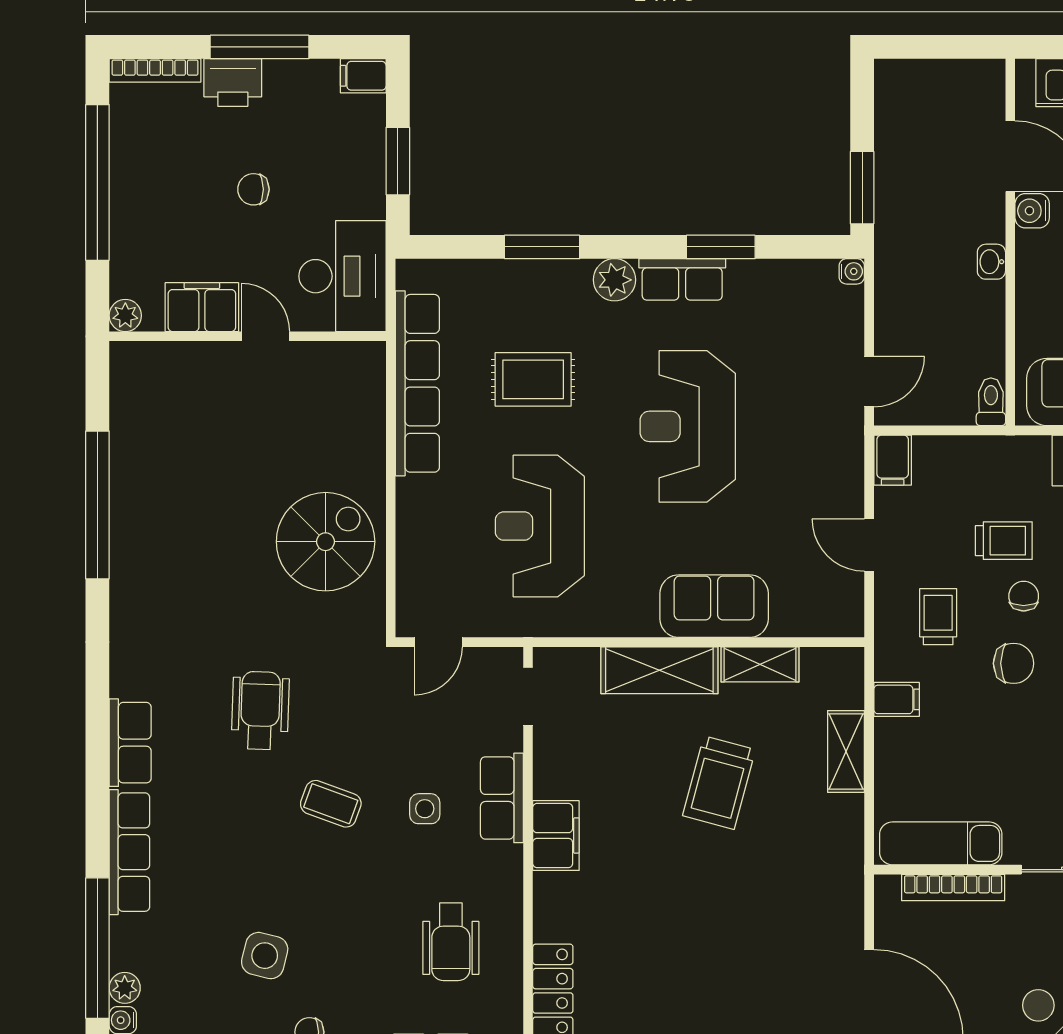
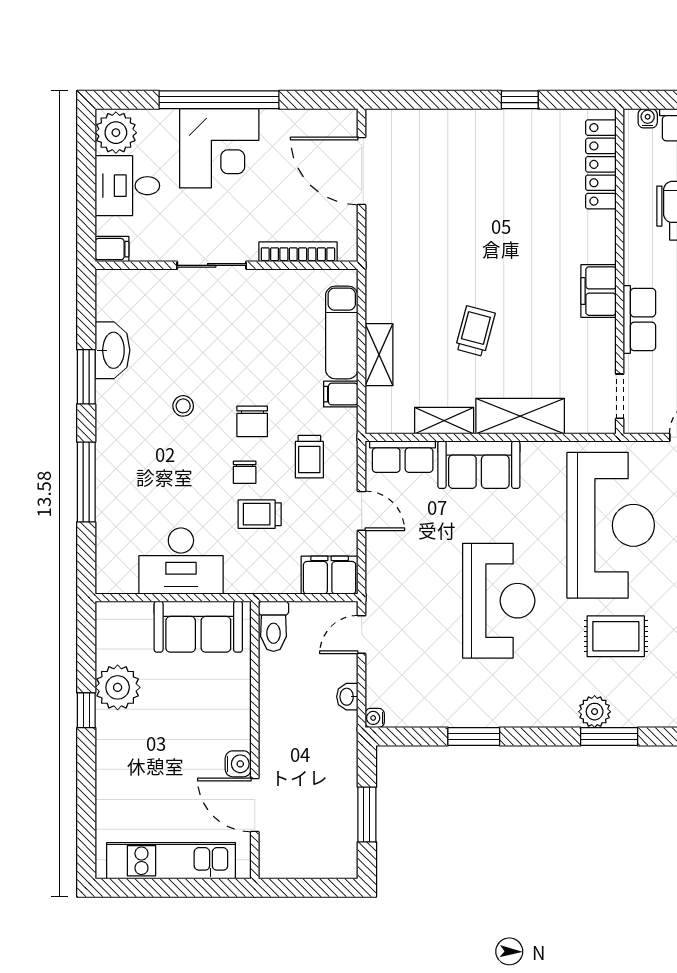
window: (862, 188) -> (367, 814), moved
washbasin: (991, 262) -> (347, 697), moved, turned 180
row of seats: (682, 279) -> (403, 457), moved, turned 180
plant: (614, 280) -> (595, 712), moved
toilet: (991, 402) -> (274, 626), width x1.37, depth x1.39
filing cabinet: (893, 460) -> (330, 575), width x2.00
reception desk: (540, 526) -> (611, 525), width x1.36, depth x1.30
chair: (1014, 663) -> (252, 421), turned -90
trolley: (719, 783) -> (475, 331), width x0.73, depth x0.72
exam couch: (941, 843) -> (342, 332), moved, turned 90

